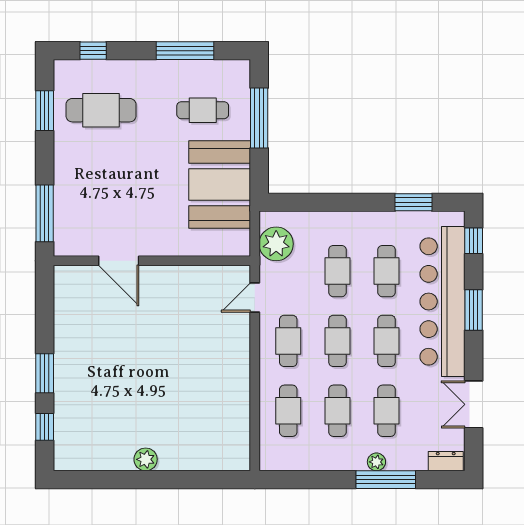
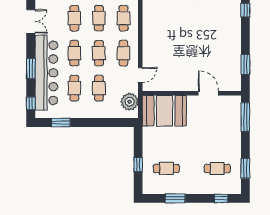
window: (185, 51) -> (175, 198), width x0.69
cafe table: (101, 110) -> (217, 169), width x0.73, depth x0.74
window: (259, 118) -> (138, 165), width x0.46
booth: (220, 184) -> (164, 111), moved, turned 90
window: (45, 373) -> (245, 64), moved

